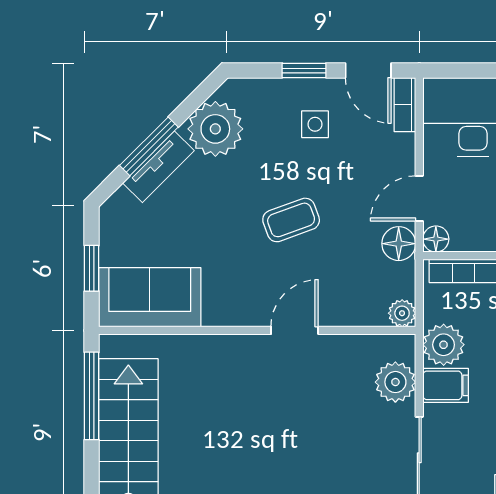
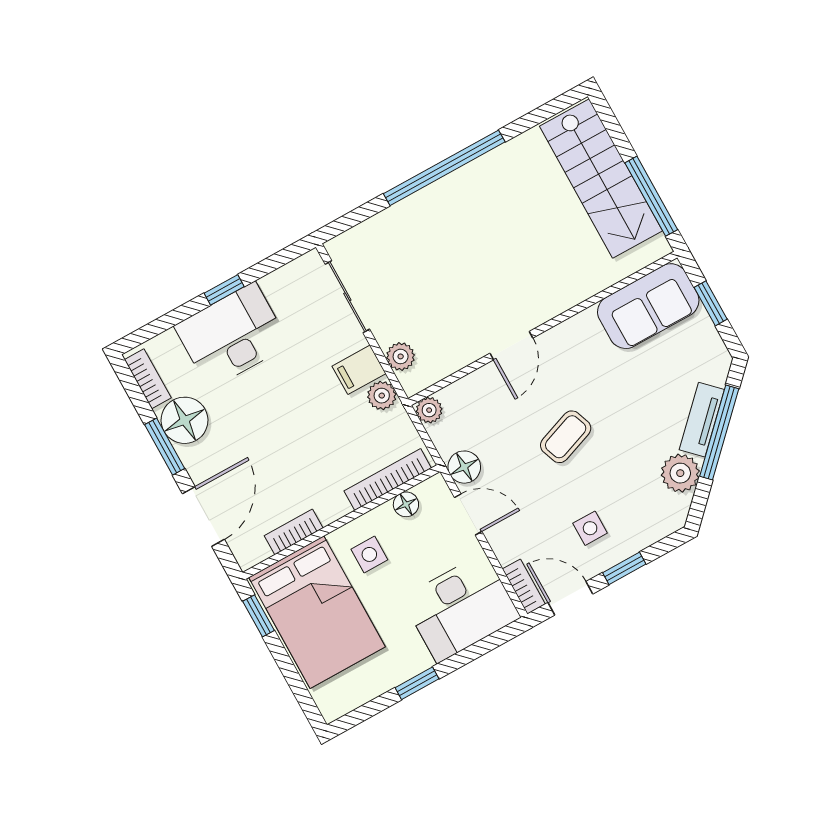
plant: (215, 129) -> (680, 473), width x0.73, depth x0.73
window: (149, 146) -> (719, 432), width x1.44
door: (419, 198) -> (468, 514), hinge flipped
floor lamp: (436, 239) -> (406, 504), moved
plant: (444, 345) -> (382, 396), width x0.73, depth x0.73
plant: (395, 382) -> (401, 356), width x0.73, depth x0.73

